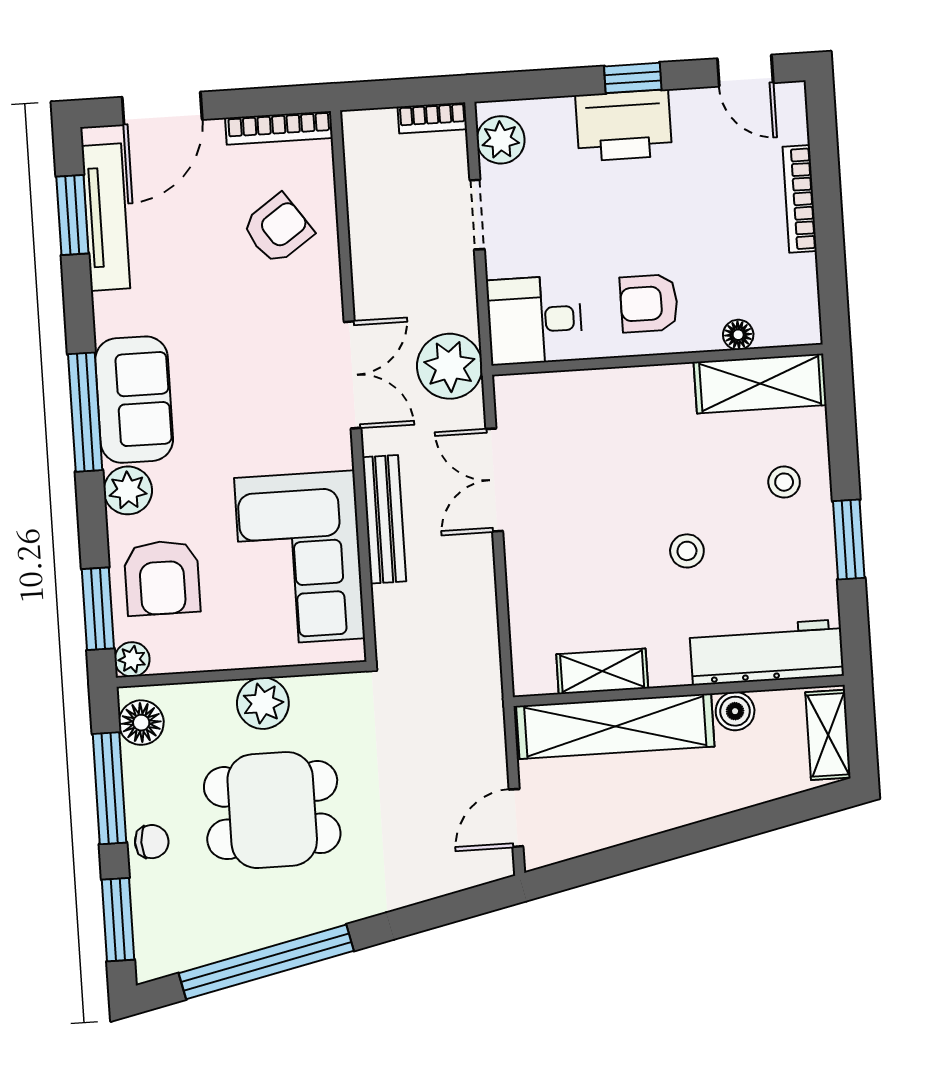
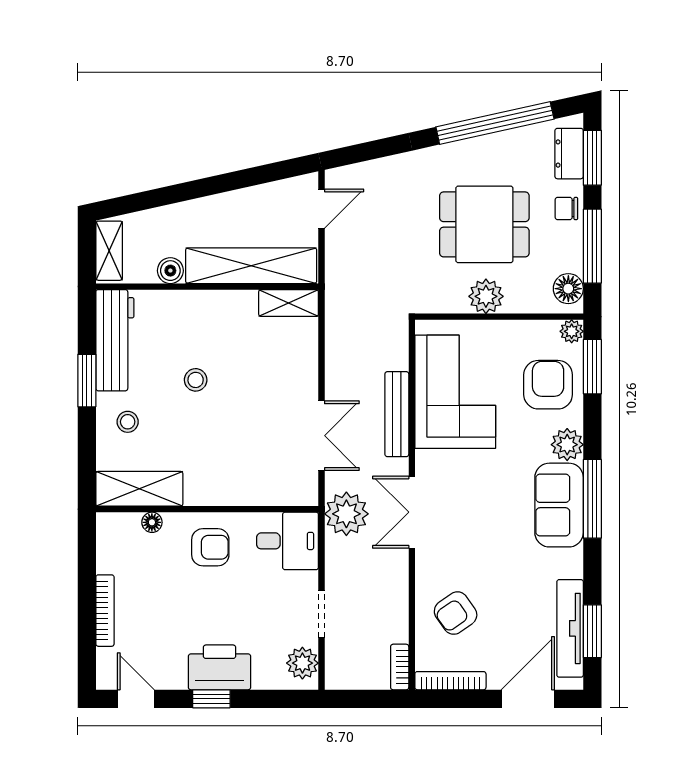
bookcase: (432, 118) -> (400, 667), moved, turned -90
workbench: (767, 652) -> (115, 340), moved, turned -90
shelving: (602, 671) -> (289, 303), moved
dresser: (153, 924) -> (569, 154), added

